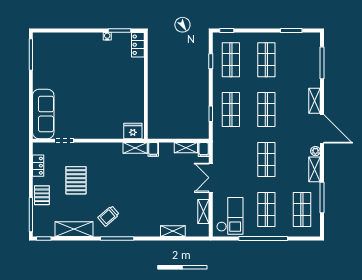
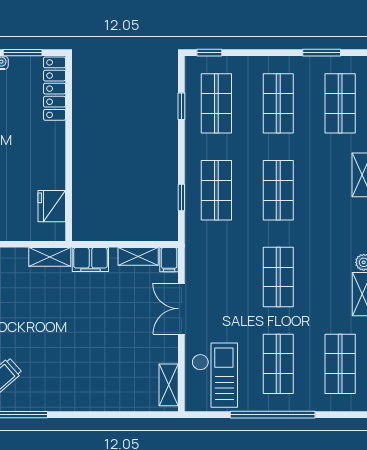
locker: (138, 45) -> (55, 89), width x1.53
shop shelf: (302, 60) -> (340, 103), added
fridge: (133, 131) -> (52, 206), moved, turned -90
filing cabinet: (153, 149) -> (90, 259), width x2.00
shelving: (203, 211) -> (169, 385), moved
shelving: (173, 231) -> (115, 402), removed

